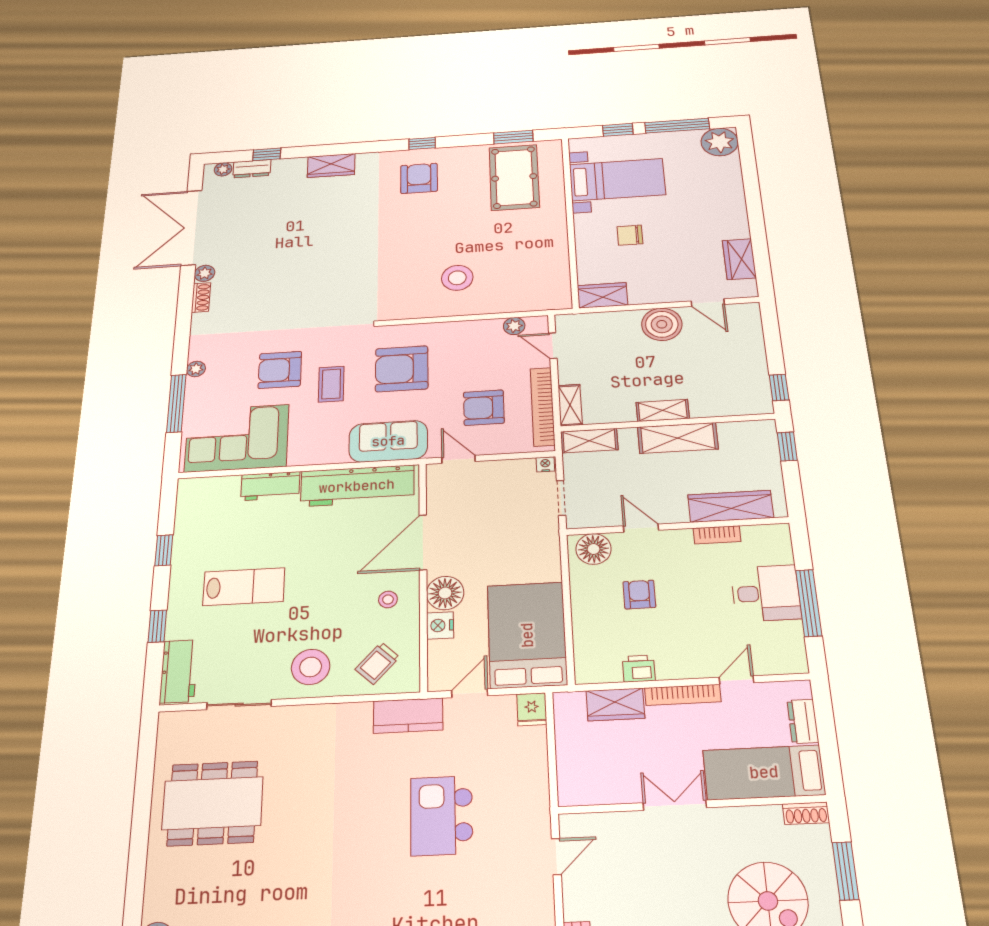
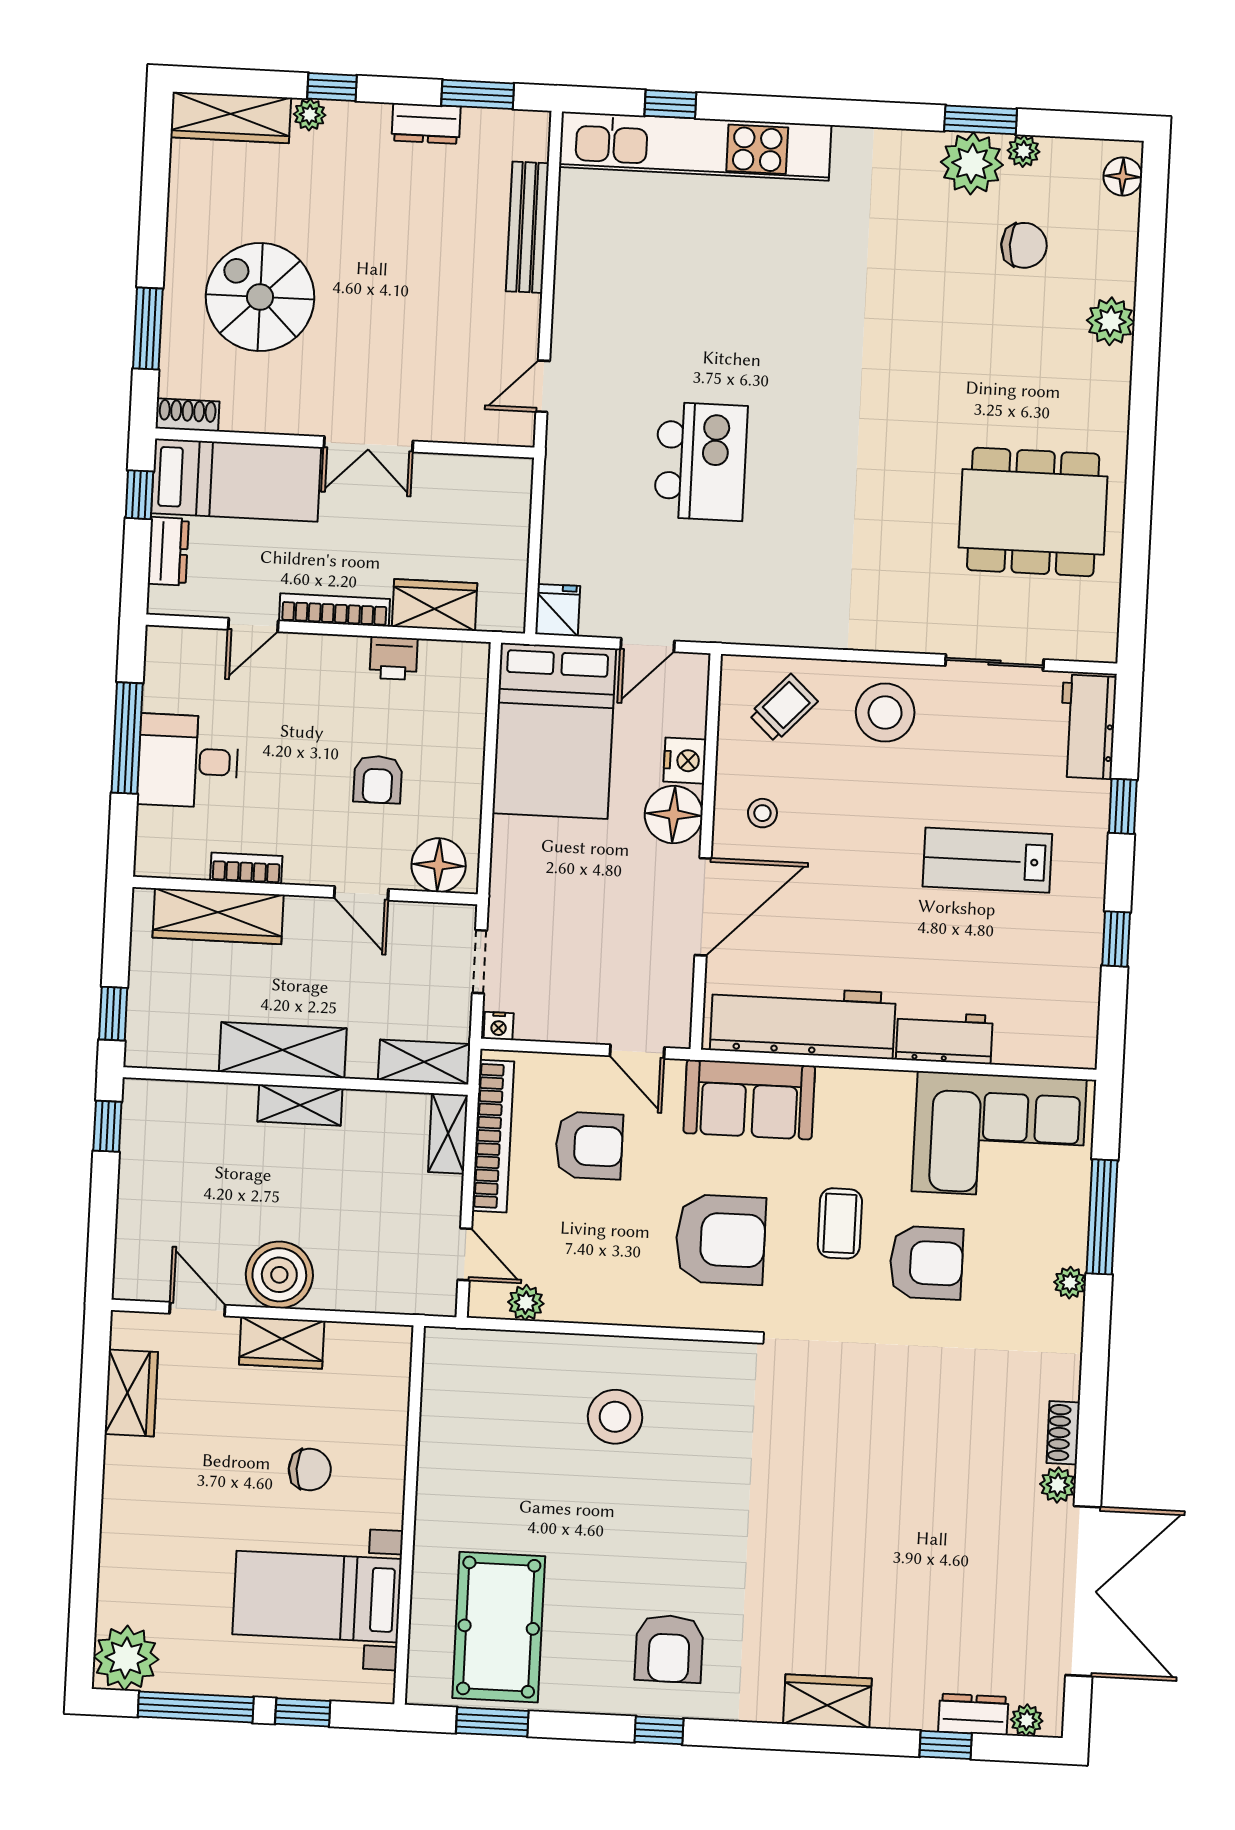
wardrobe: (602, 295) -> (282, 1343), moved
kitchen counter: (408, 716) -> (741, 619), removed
window: (830, 756) -> (139, 495), added

